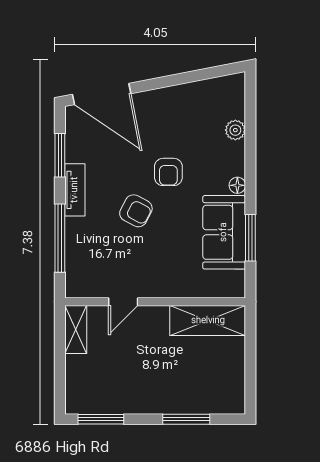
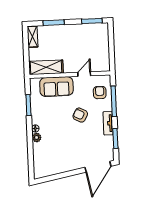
door: (102, 94) -> (98, 167), swing flipped
plant: (235, 130) -> (37, 138), moved
armchair: (168, 172) -> (100, 93), moved
sofa: (224, 232) -> (56, 87), moved, turned 90
shelving: (76, 330) -> (33, 37), moved

